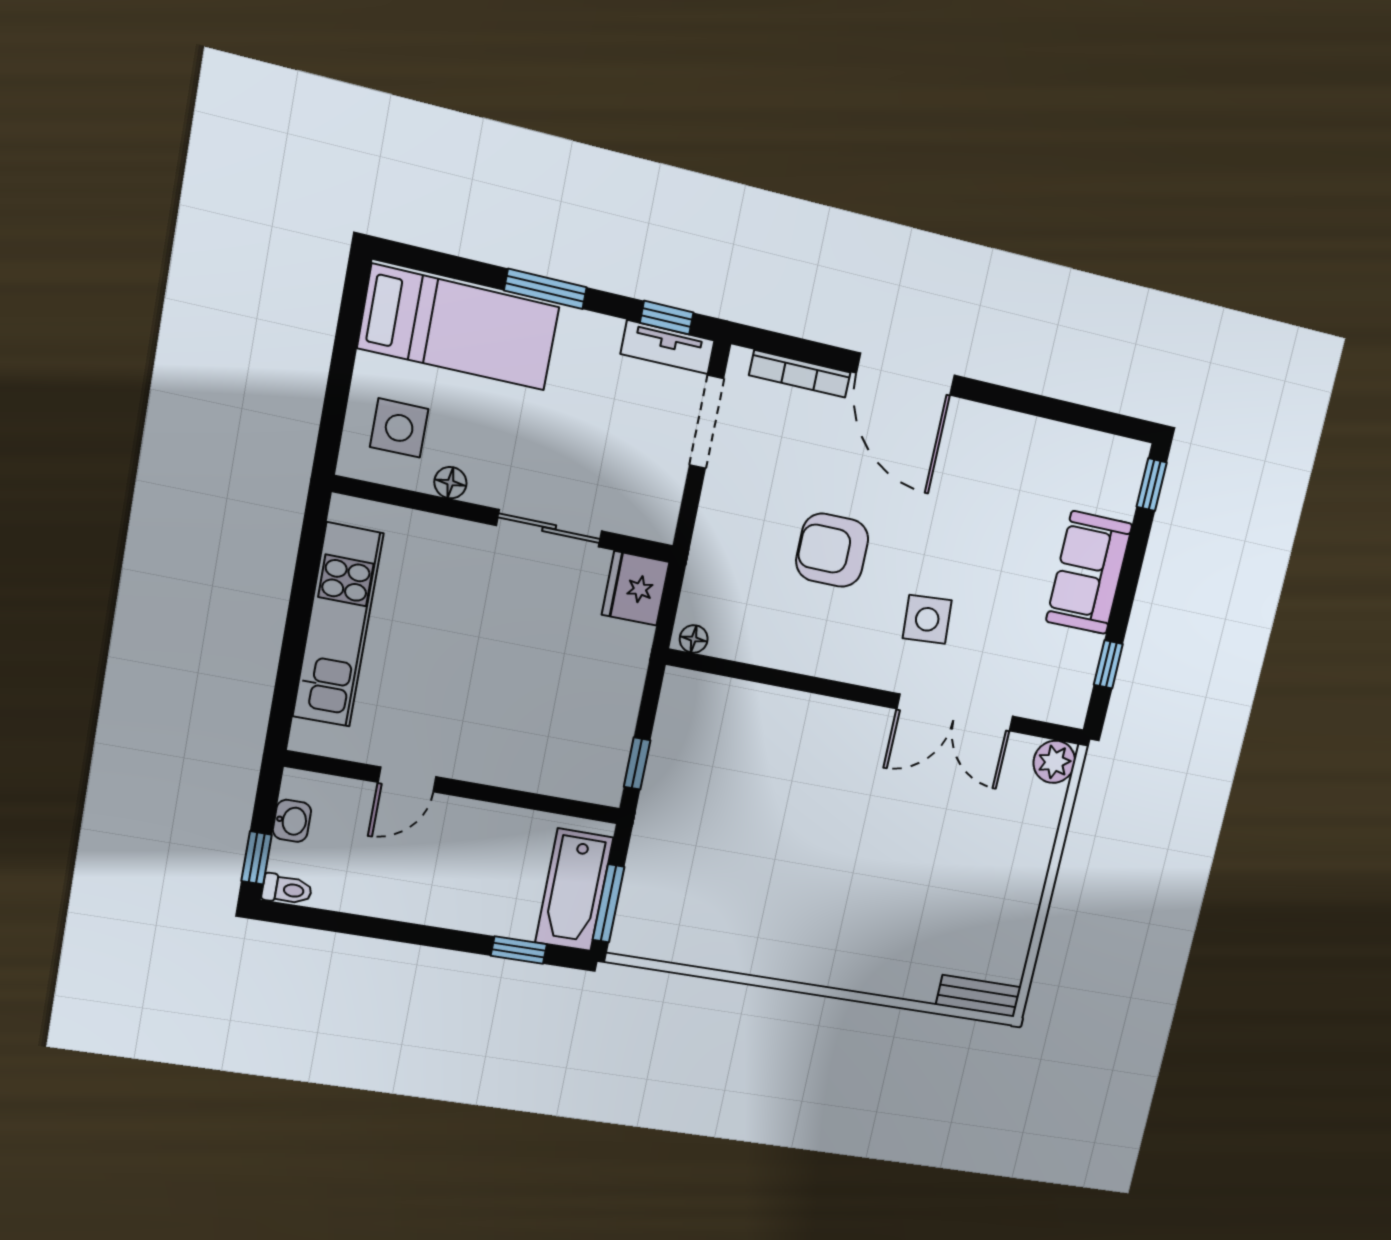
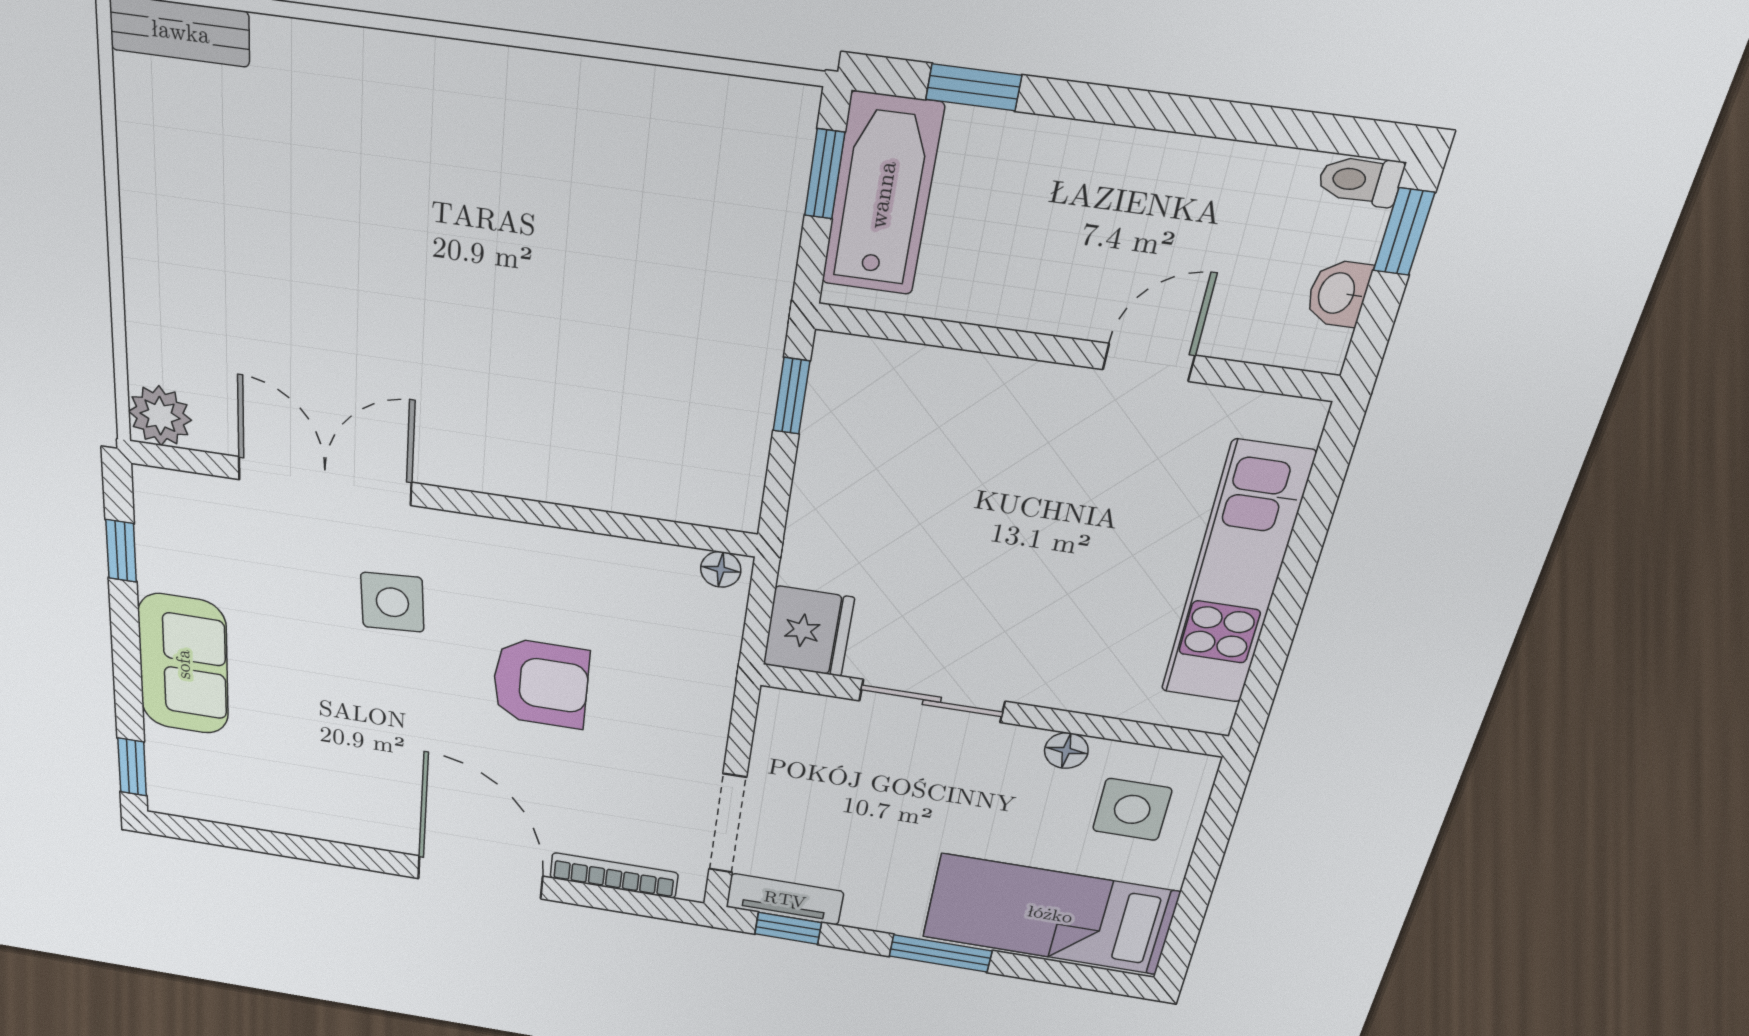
window: (609, 903) -> (825, 174), width x0.67

